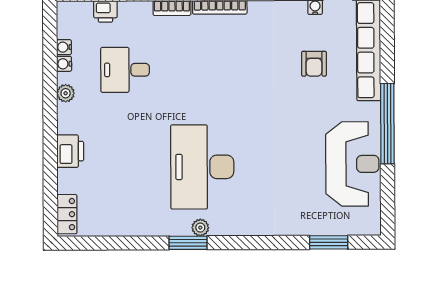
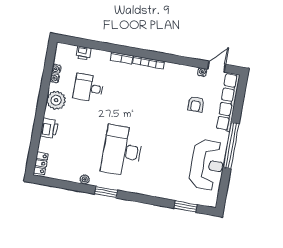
plant: (66, 93) -> (56, 100), width x1.88, depth x1.88
plant: (200, 228) -> (85, 179), moved

